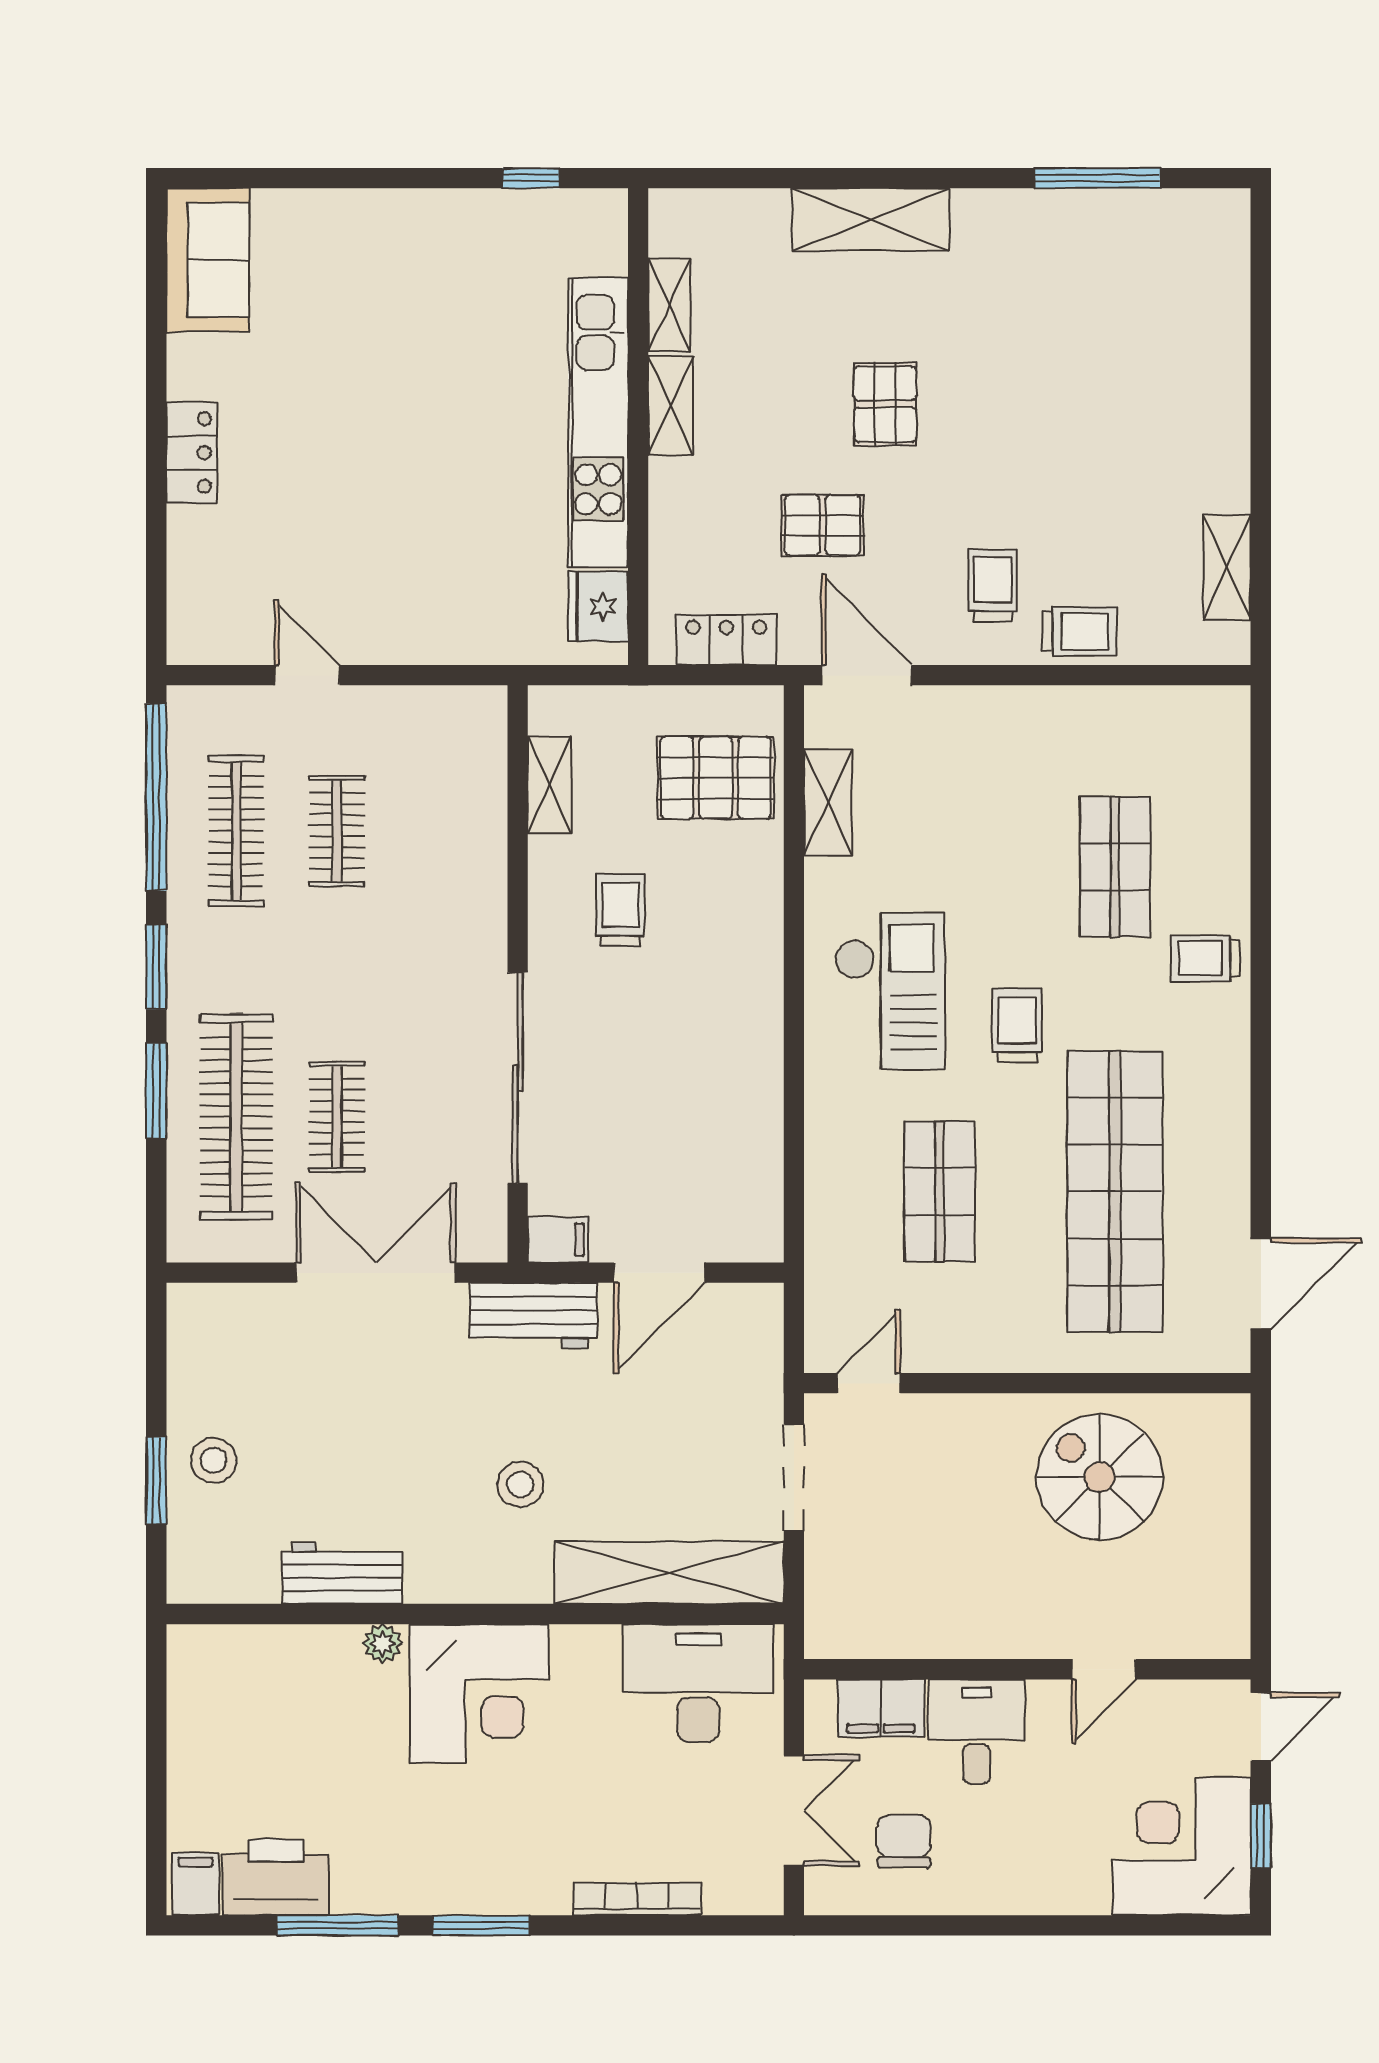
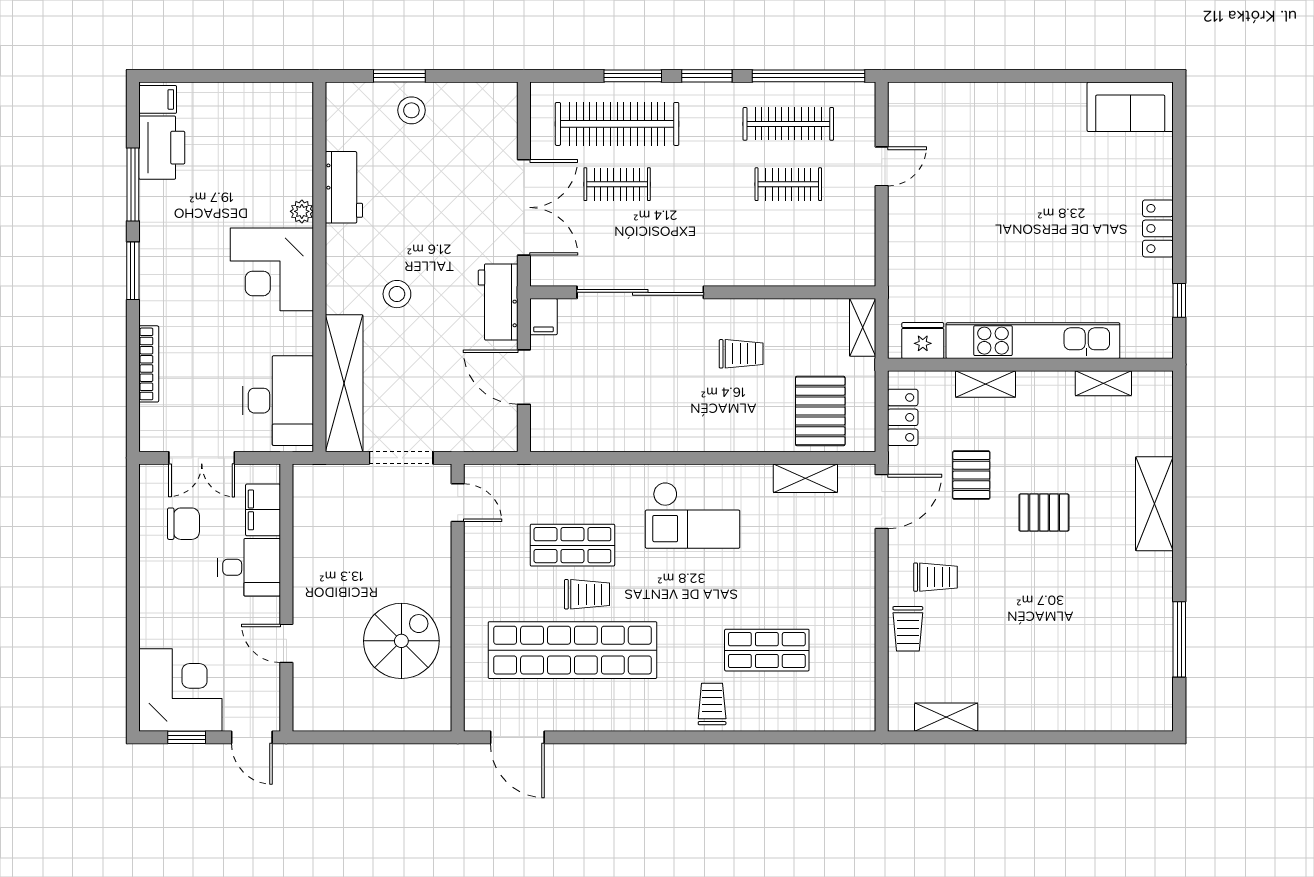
shelving: (671, 406) -> (985, 384), moved
locker: (192, 453) -> (1158, 228), moved, turned 90
shelving: (549, 785) -> (863, 327), moved, turned 90
trolley: (1017, 1025) -> (587, 594), moved

